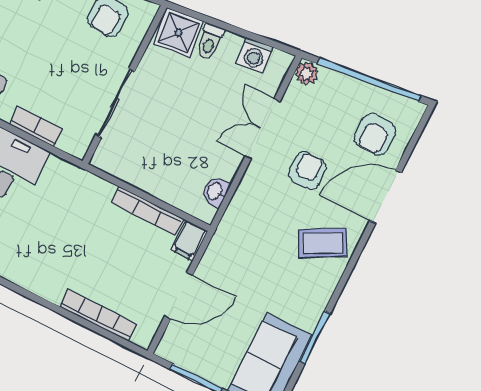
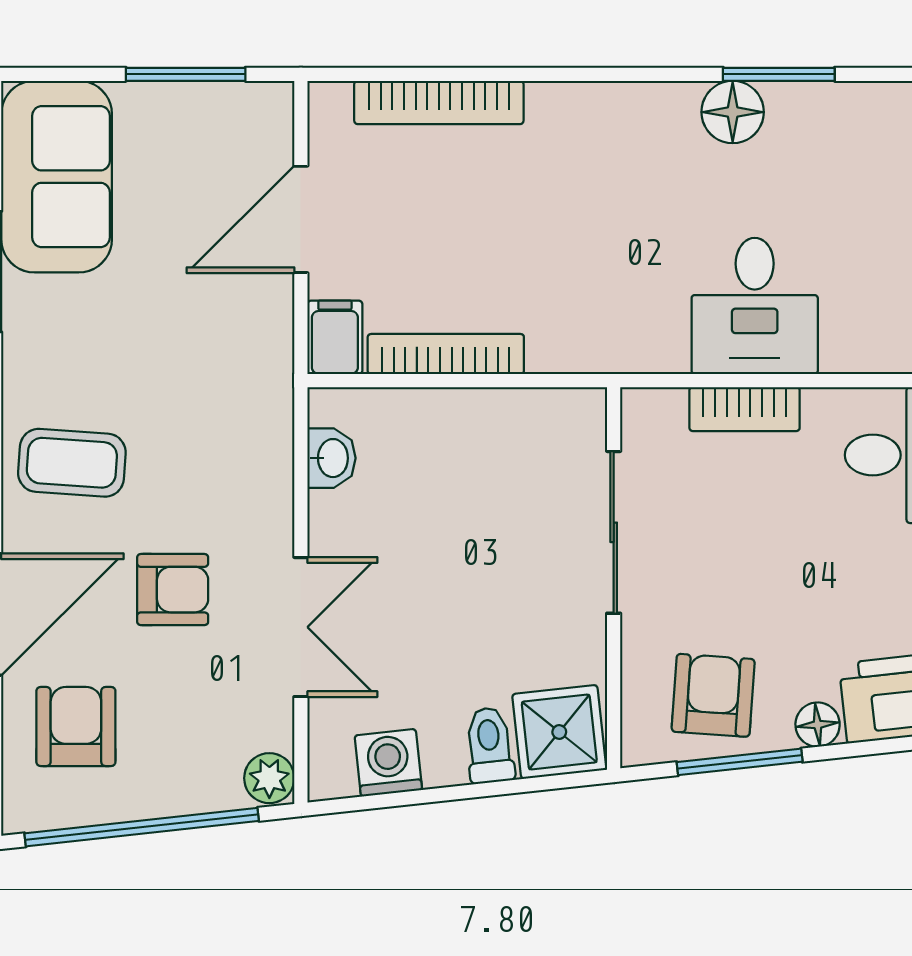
armchair: (307, 171) -> (173, 590), turned -90
coffee table: (323, 243) -> (72, 463), turned 32

